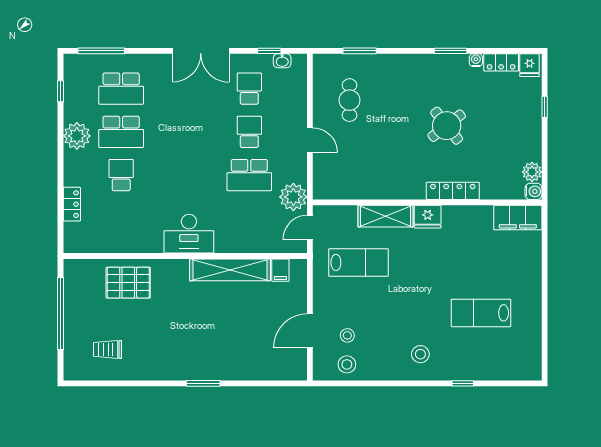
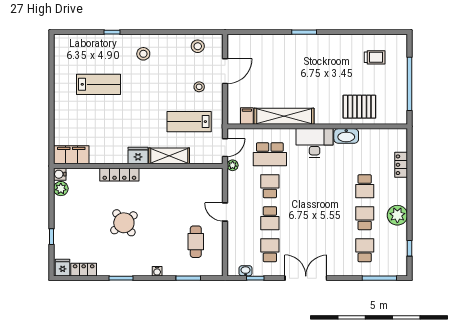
water cooler: (476, 60) -> (157, 271), moved
school desk: (121, 89) -> (365, 250), width x0.54
school desk: (249, 89) -> (270, 250), turned 180
school desk: (121, 132) -> (365, 218), width x0.54
school desk: (249, 175) -> (270, 186), width x0.54
plant: (293, 197) -> (233, 165), width x0.53, depth x0.53
school desk: (249, 218) -> (270, 154), added
washbasin: (146, 243) -> (346, 136), added
stool: (347, 335) -> (199, 87), moved

